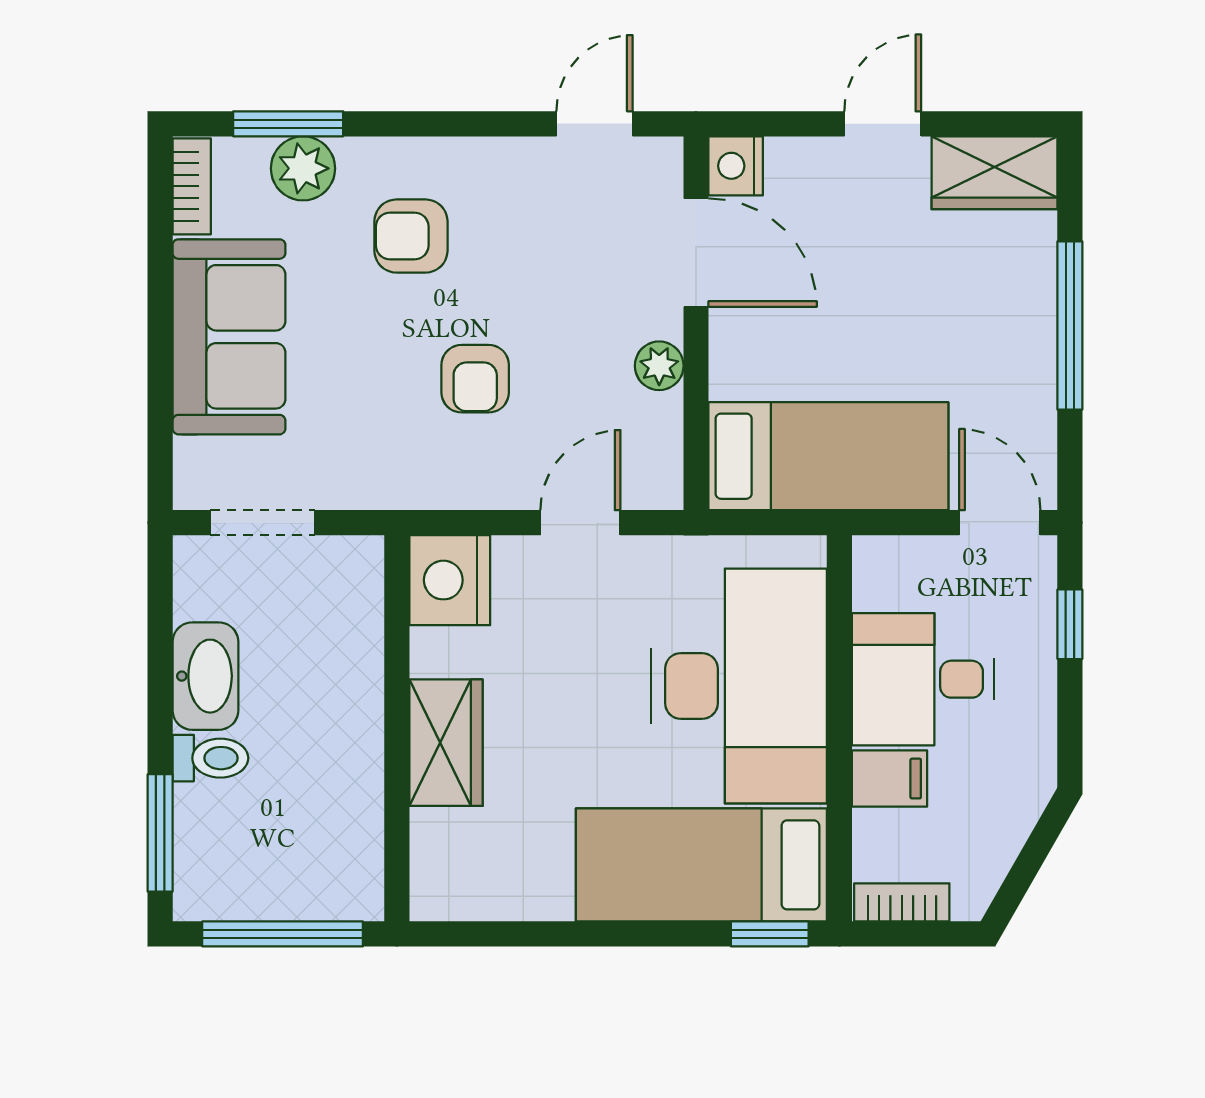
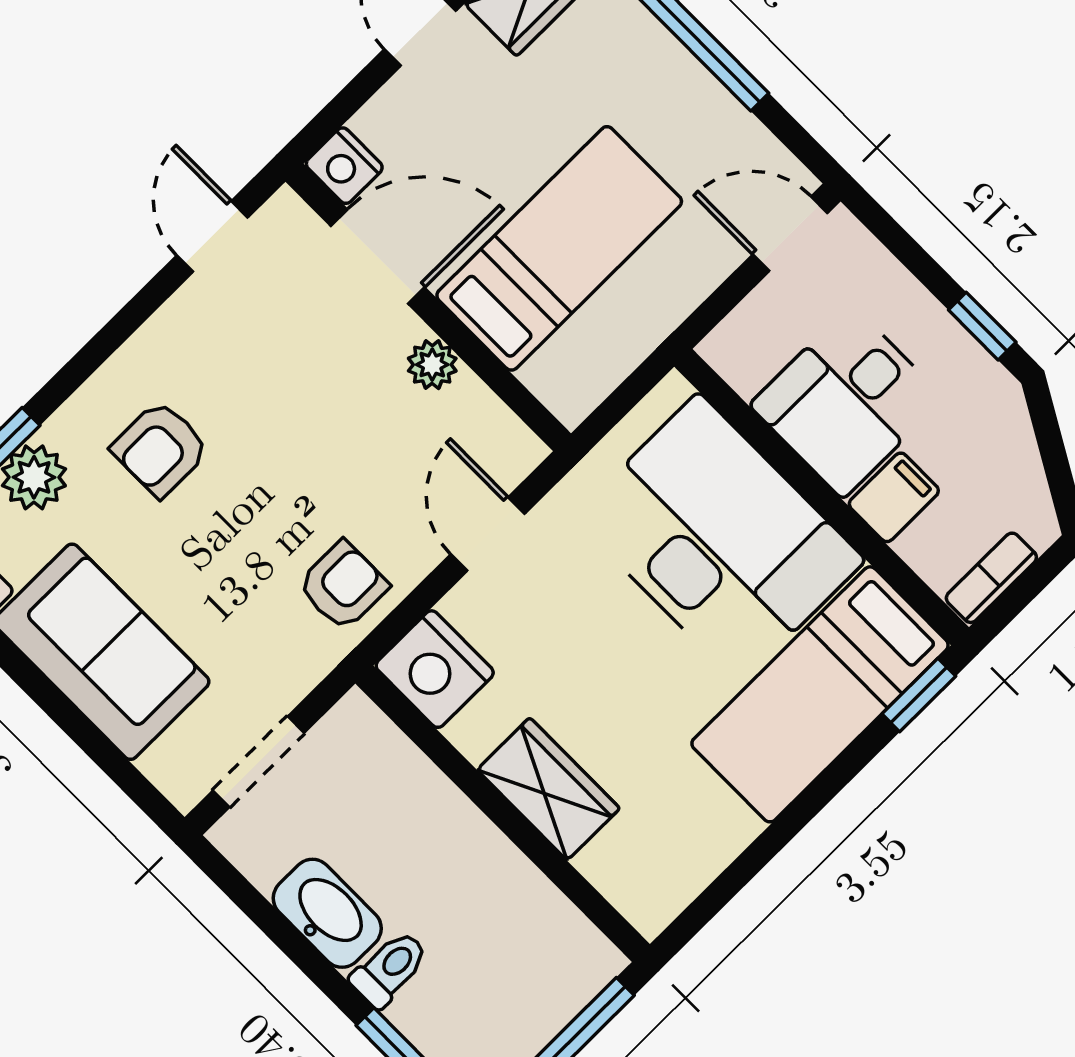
armchair: (475, 379) -> (343, 586), moved, turned -90
bed: (828, 456) -> (559, 248), moved
window: (1070, 624) -> (982, 326), moved

